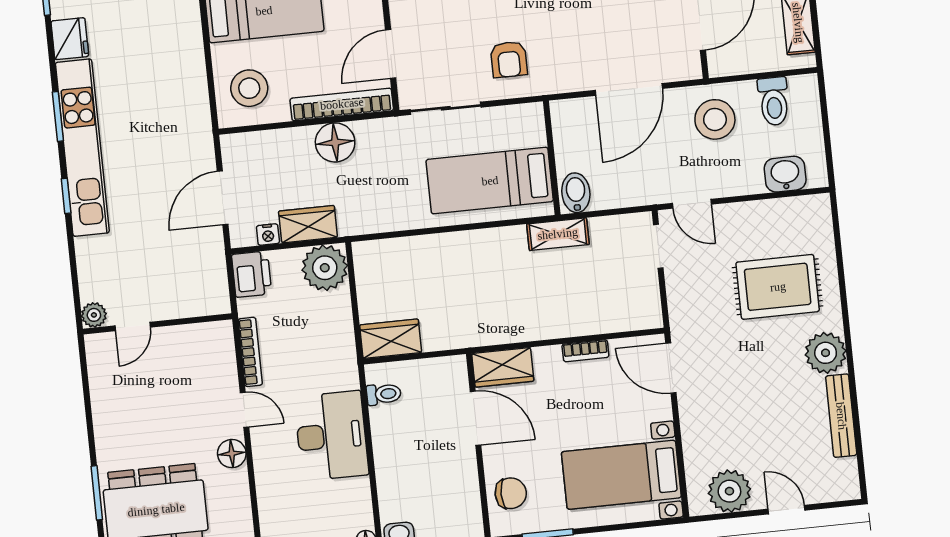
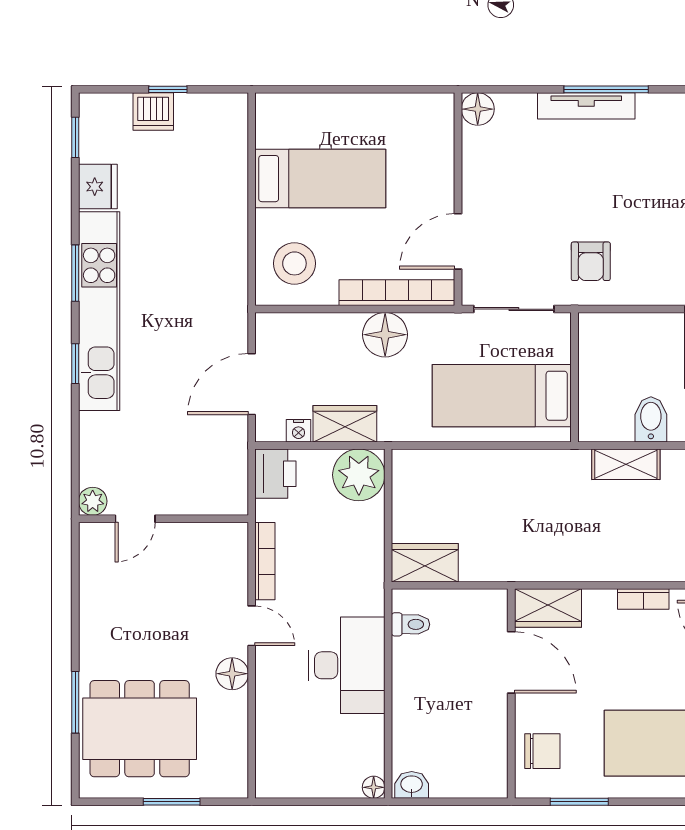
wall: (552, 158) -> (575, 377), moved
bed: (490, 181) -> (502, 396), moved

